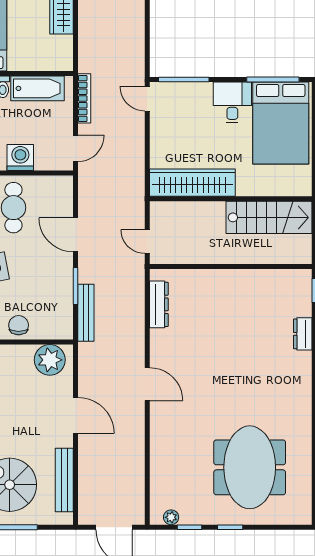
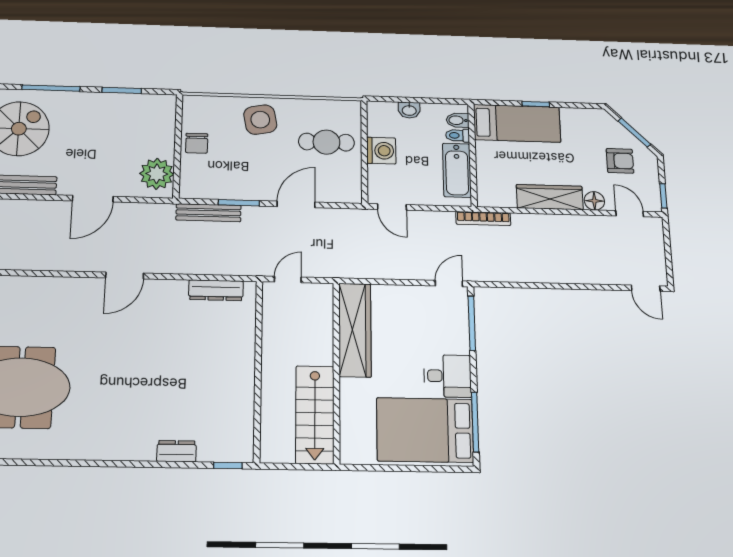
bookcase: (84, 98) -> (483, 219), moved
chair: (19, 325) -> (197, 143), turned 90

